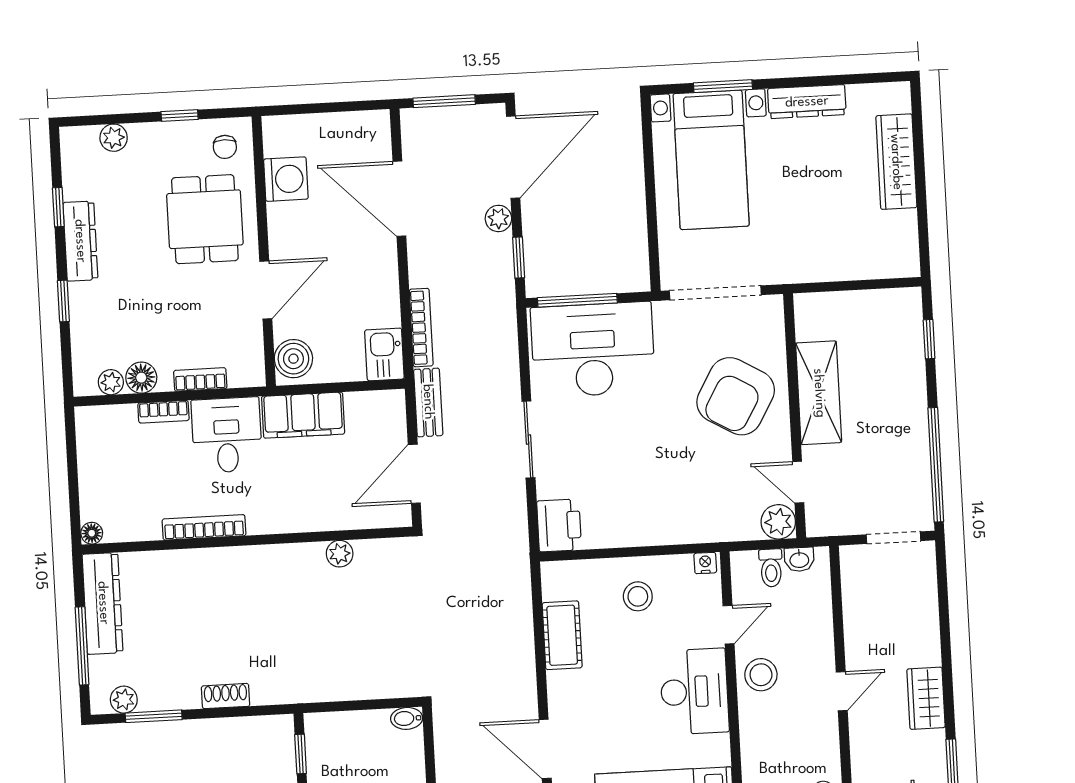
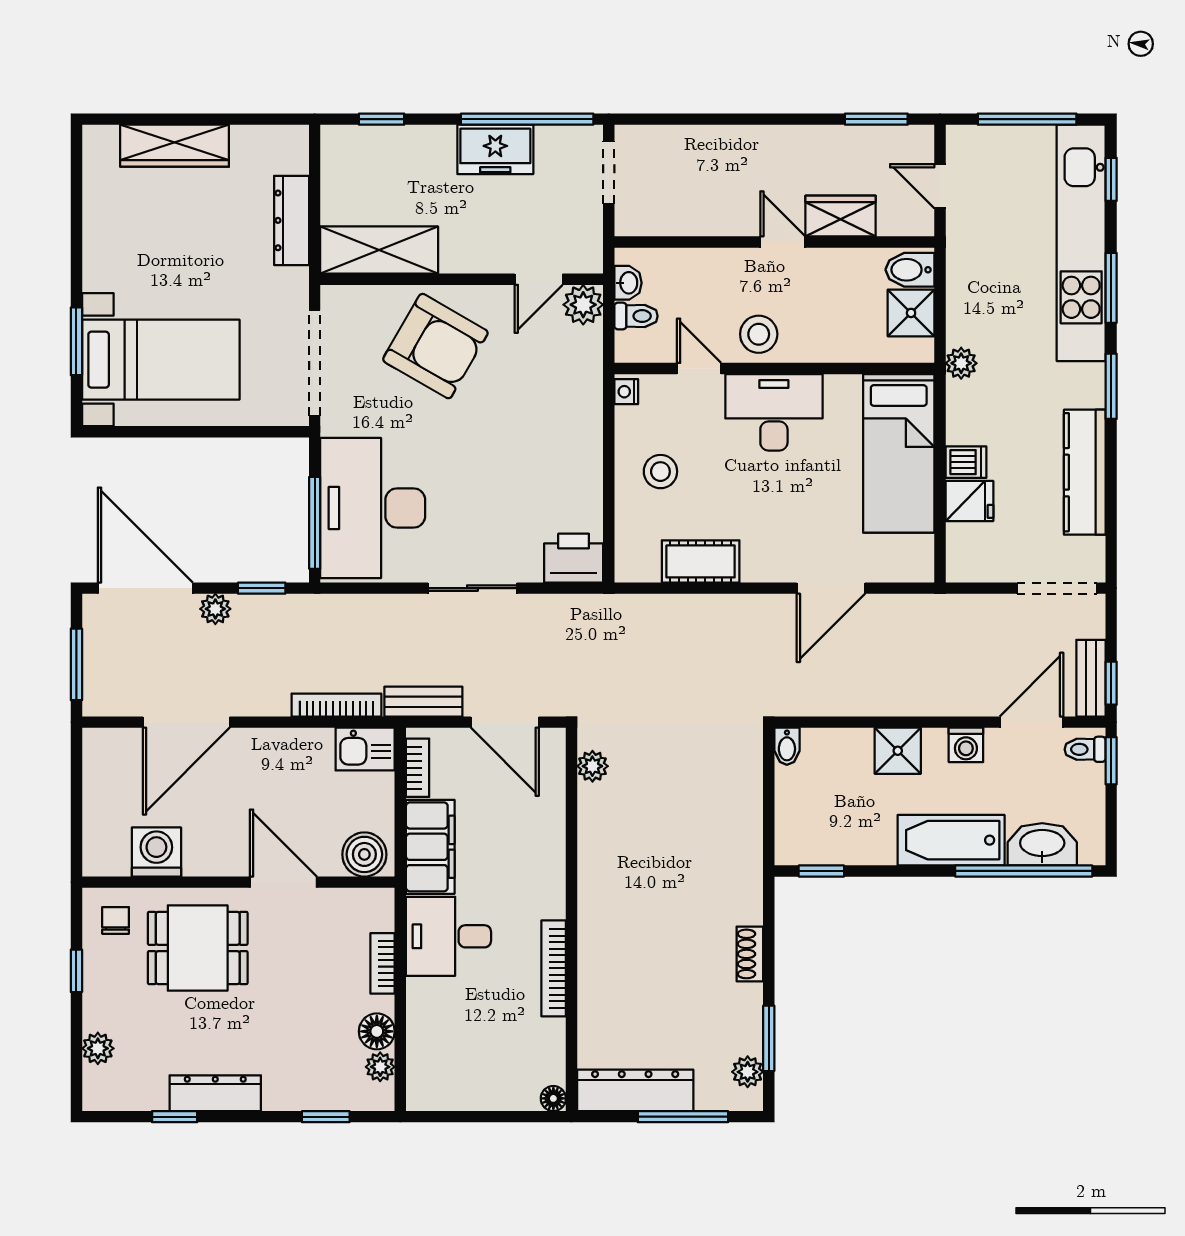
dresser: (807, 102) -> (292, 220), moved, turned 180
chair: (225, 147) -> (116, 920), turned -90
window: (63, 301) -> (326, 1117), moved
shelving: (819, 393) -> (379, 250), moved
bookcase: (163, 412) -> (418, 768), moved
freezer: (908, 439) -> (495, 149), added
plant: (340, 554) -> (592, 766), moved
wardrobe: (926, 698) -> (841, 216), moved, turned 180

